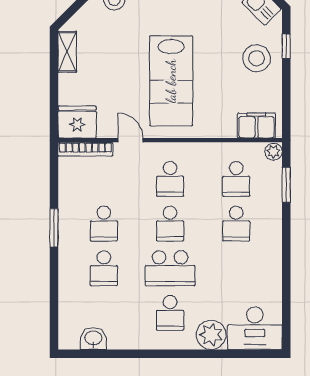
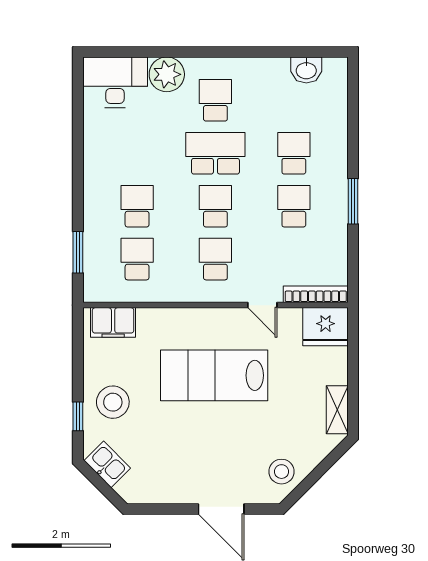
lab bench: (171, 81) -> (214, 375), turned -90
plant: (273, 152) -> (93, 291), removed

